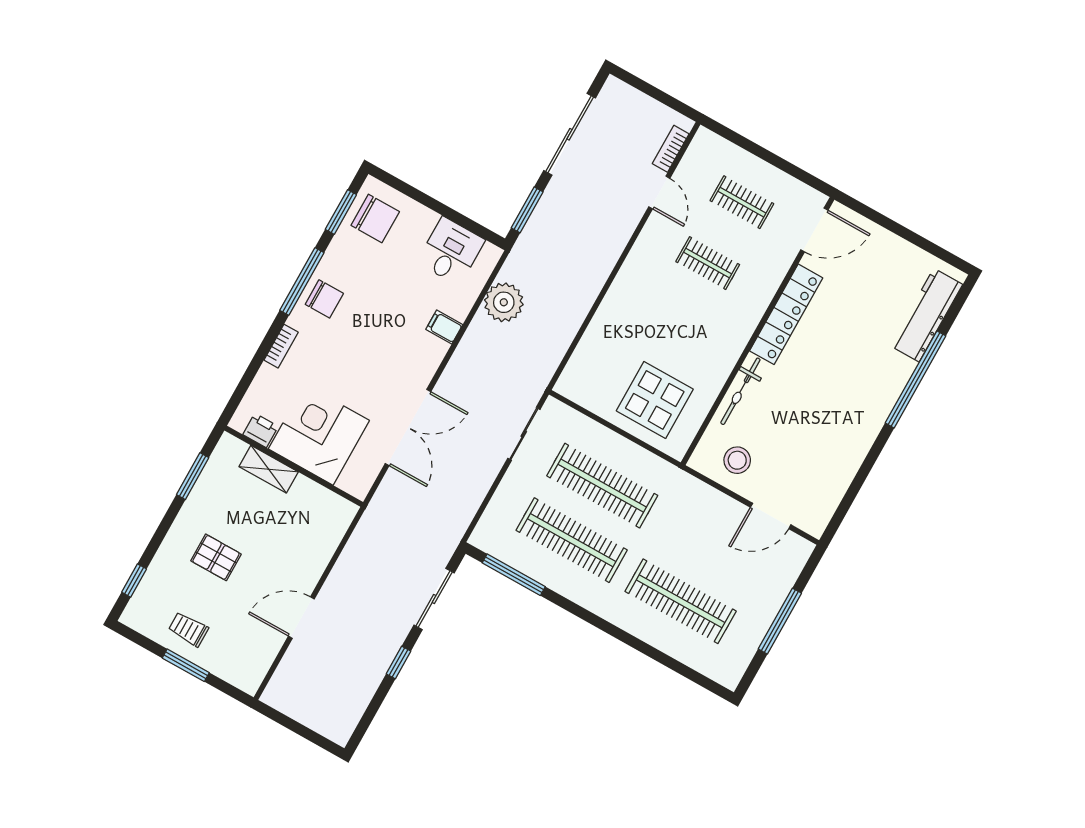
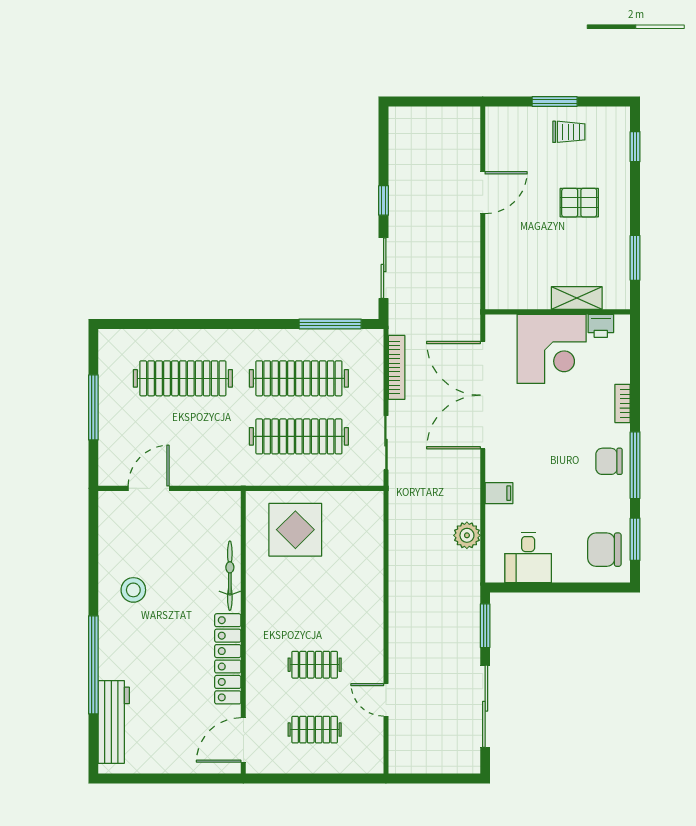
bookcase: (671, 149) -> (397, 367), moved, width x1.56
plant: (504, 302) -> (467, 535), width x0.73, depth x0.73
double door: (408, 428) -> (483, 395), width x1.36
stool: (737, 460) -> (133, 590), moved

